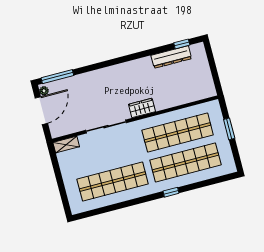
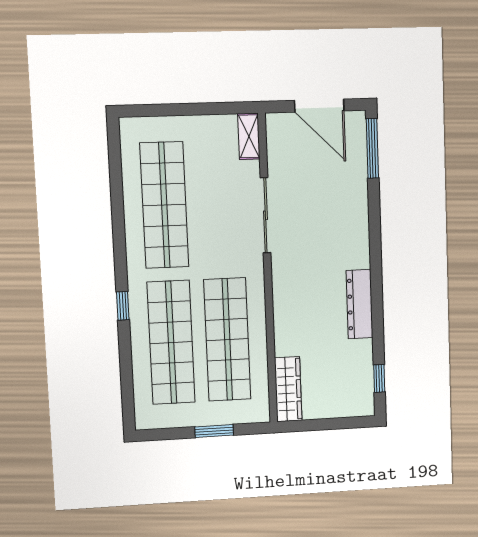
dresser: (171, 57) -> (360, 304), moved
plant: (44, 91) -> (353, 119), removed
wardrobe: (142, 108) -> (288, 389), moved, width x1.50

